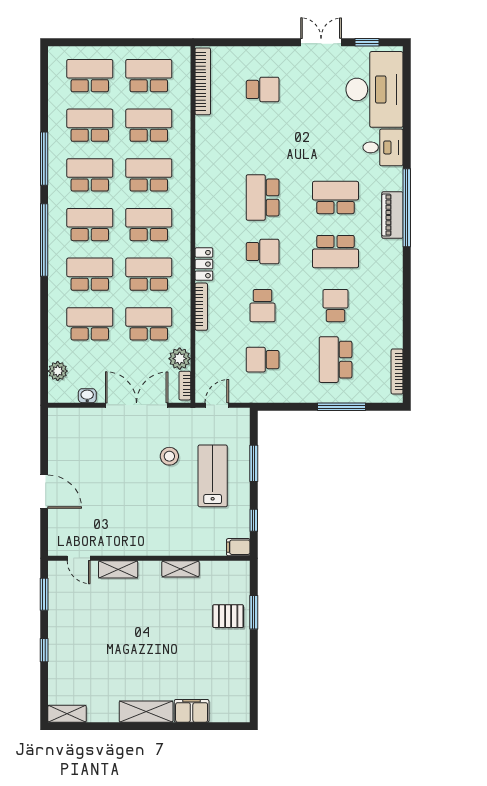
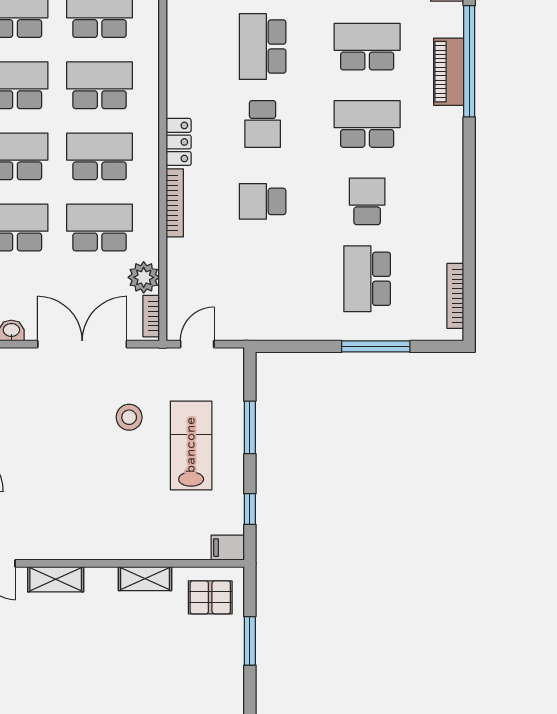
school desk: (263, 252) -> (263, 124), turned 90
school desk: (336, 252) -> (367, 124), turned 180
school desk: (263, 306) -> (263, 201), turned 90
school desk: (263, 360) -> (263, 279), removed
pallet: (228, 616) -> (210, 597), moved

